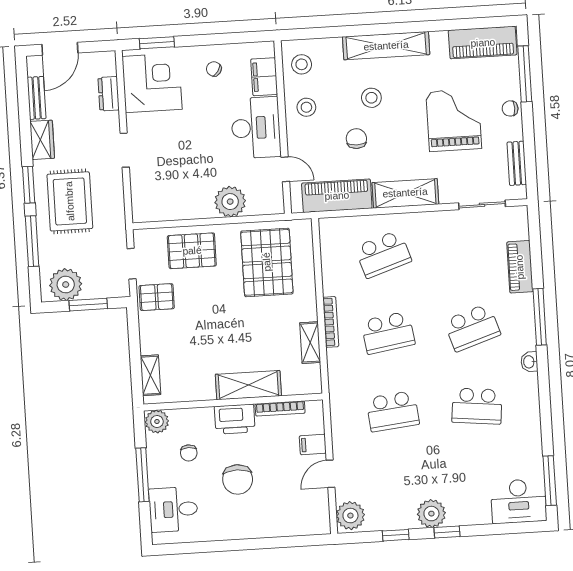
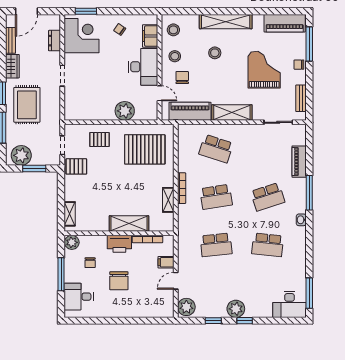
chair: (356, 139) -> (182, 78), moved
pallet: (192, 251) -> (99, 140), width x0.67, depth x0.71
school desk: (383, 254) -> (216, 149), turned 36
pallet: (267, 262) -> (145, 149), turned 90

